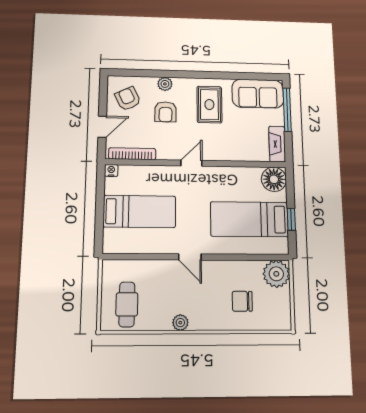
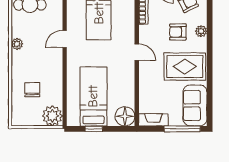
rug: (209, 105) -> (185, 67), width x1.36, depth x1.43
door: (190, 257) -> (65, 39), moved

